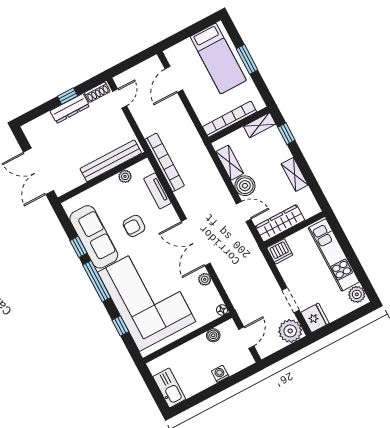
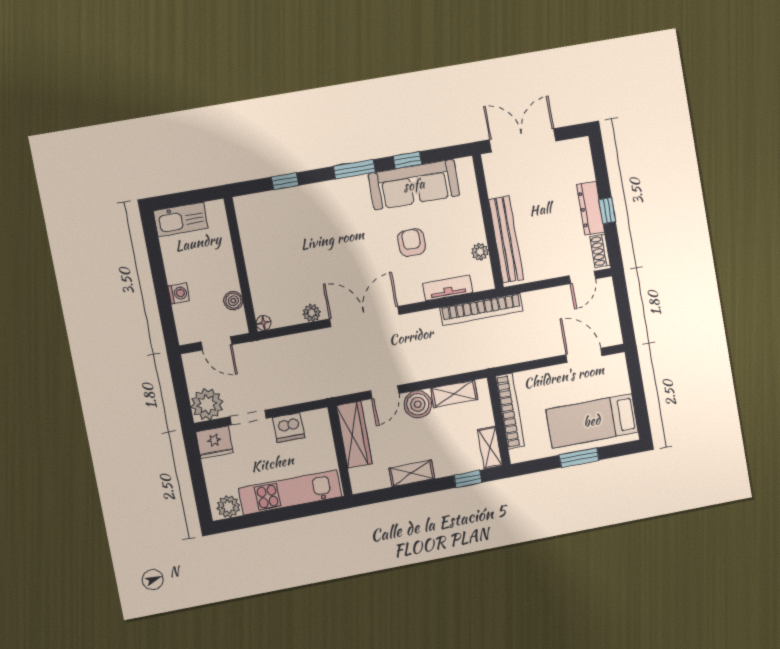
door: (120, 99) -> (582, 277), hinge flipped
dishwasher: (280, 251) -> (289, 428), moved, turned -90
window: (97, 281) -> (354, 169), width x0.69
corner sofa: (147, 297) -> (313, 229), removed

